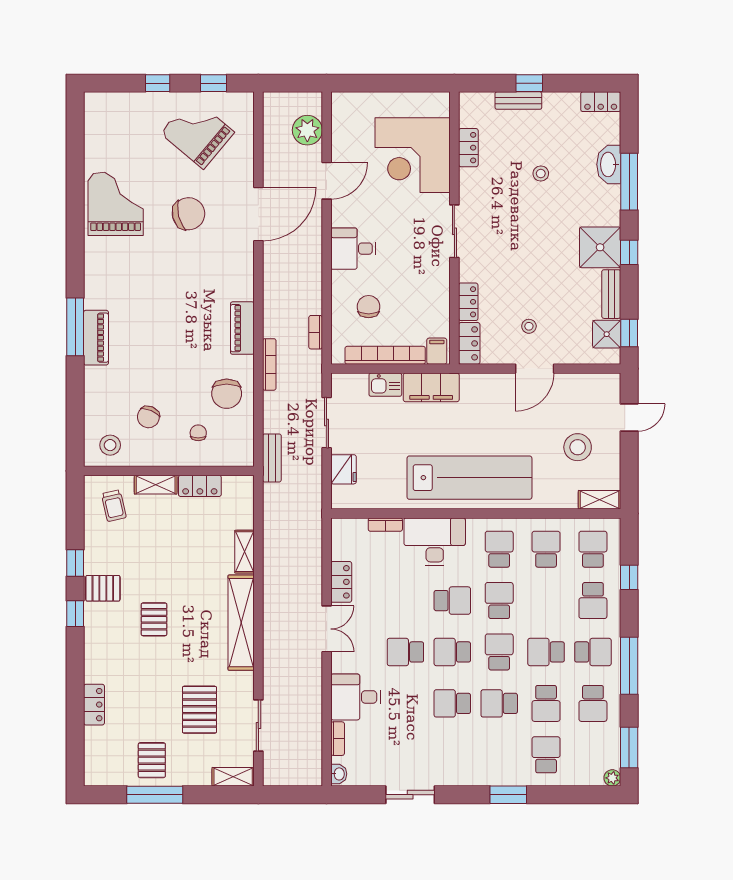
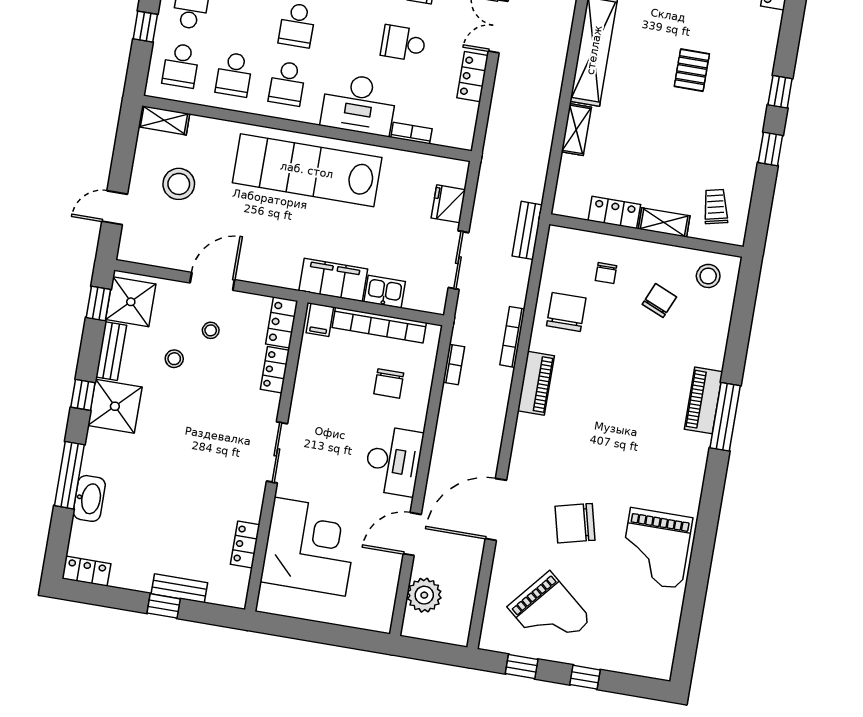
stool: (541, 174) -> (174, 359), moved
desk: (353, 249) -> (393, 461), width x1.37
shower: (607, 334) -> (131, 302), width x1.36, depth x1.36
pallet: (103, 588) -> (744, 115), removed
school desk: (452, 601) -> (403, 43), moved

